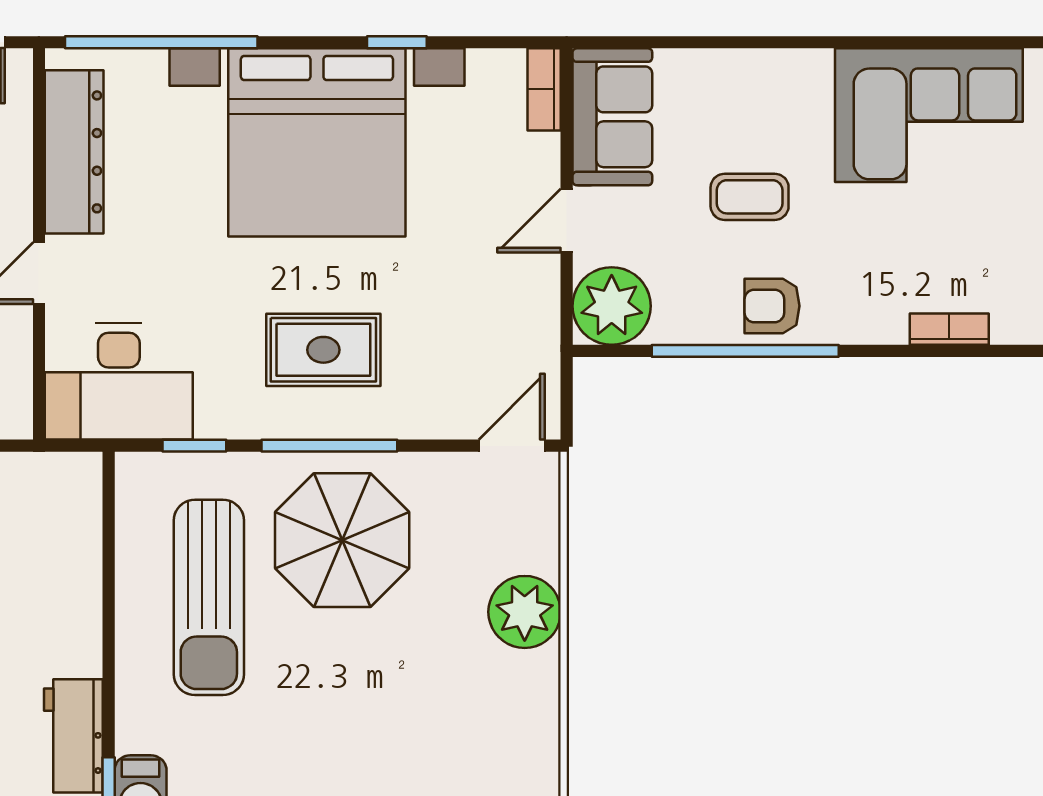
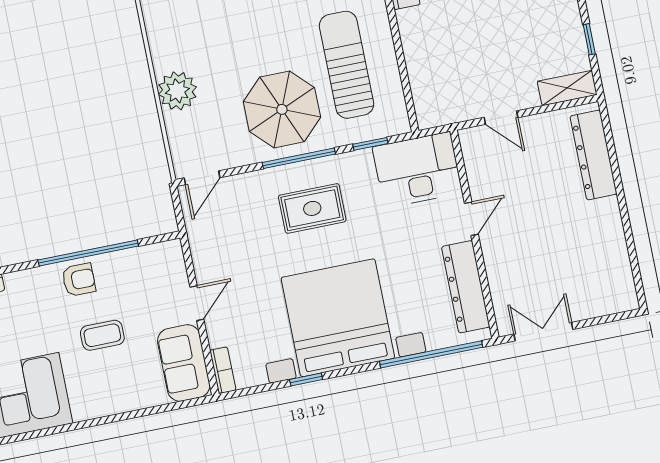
plant: (612, 306) -> (164, 263), removed

